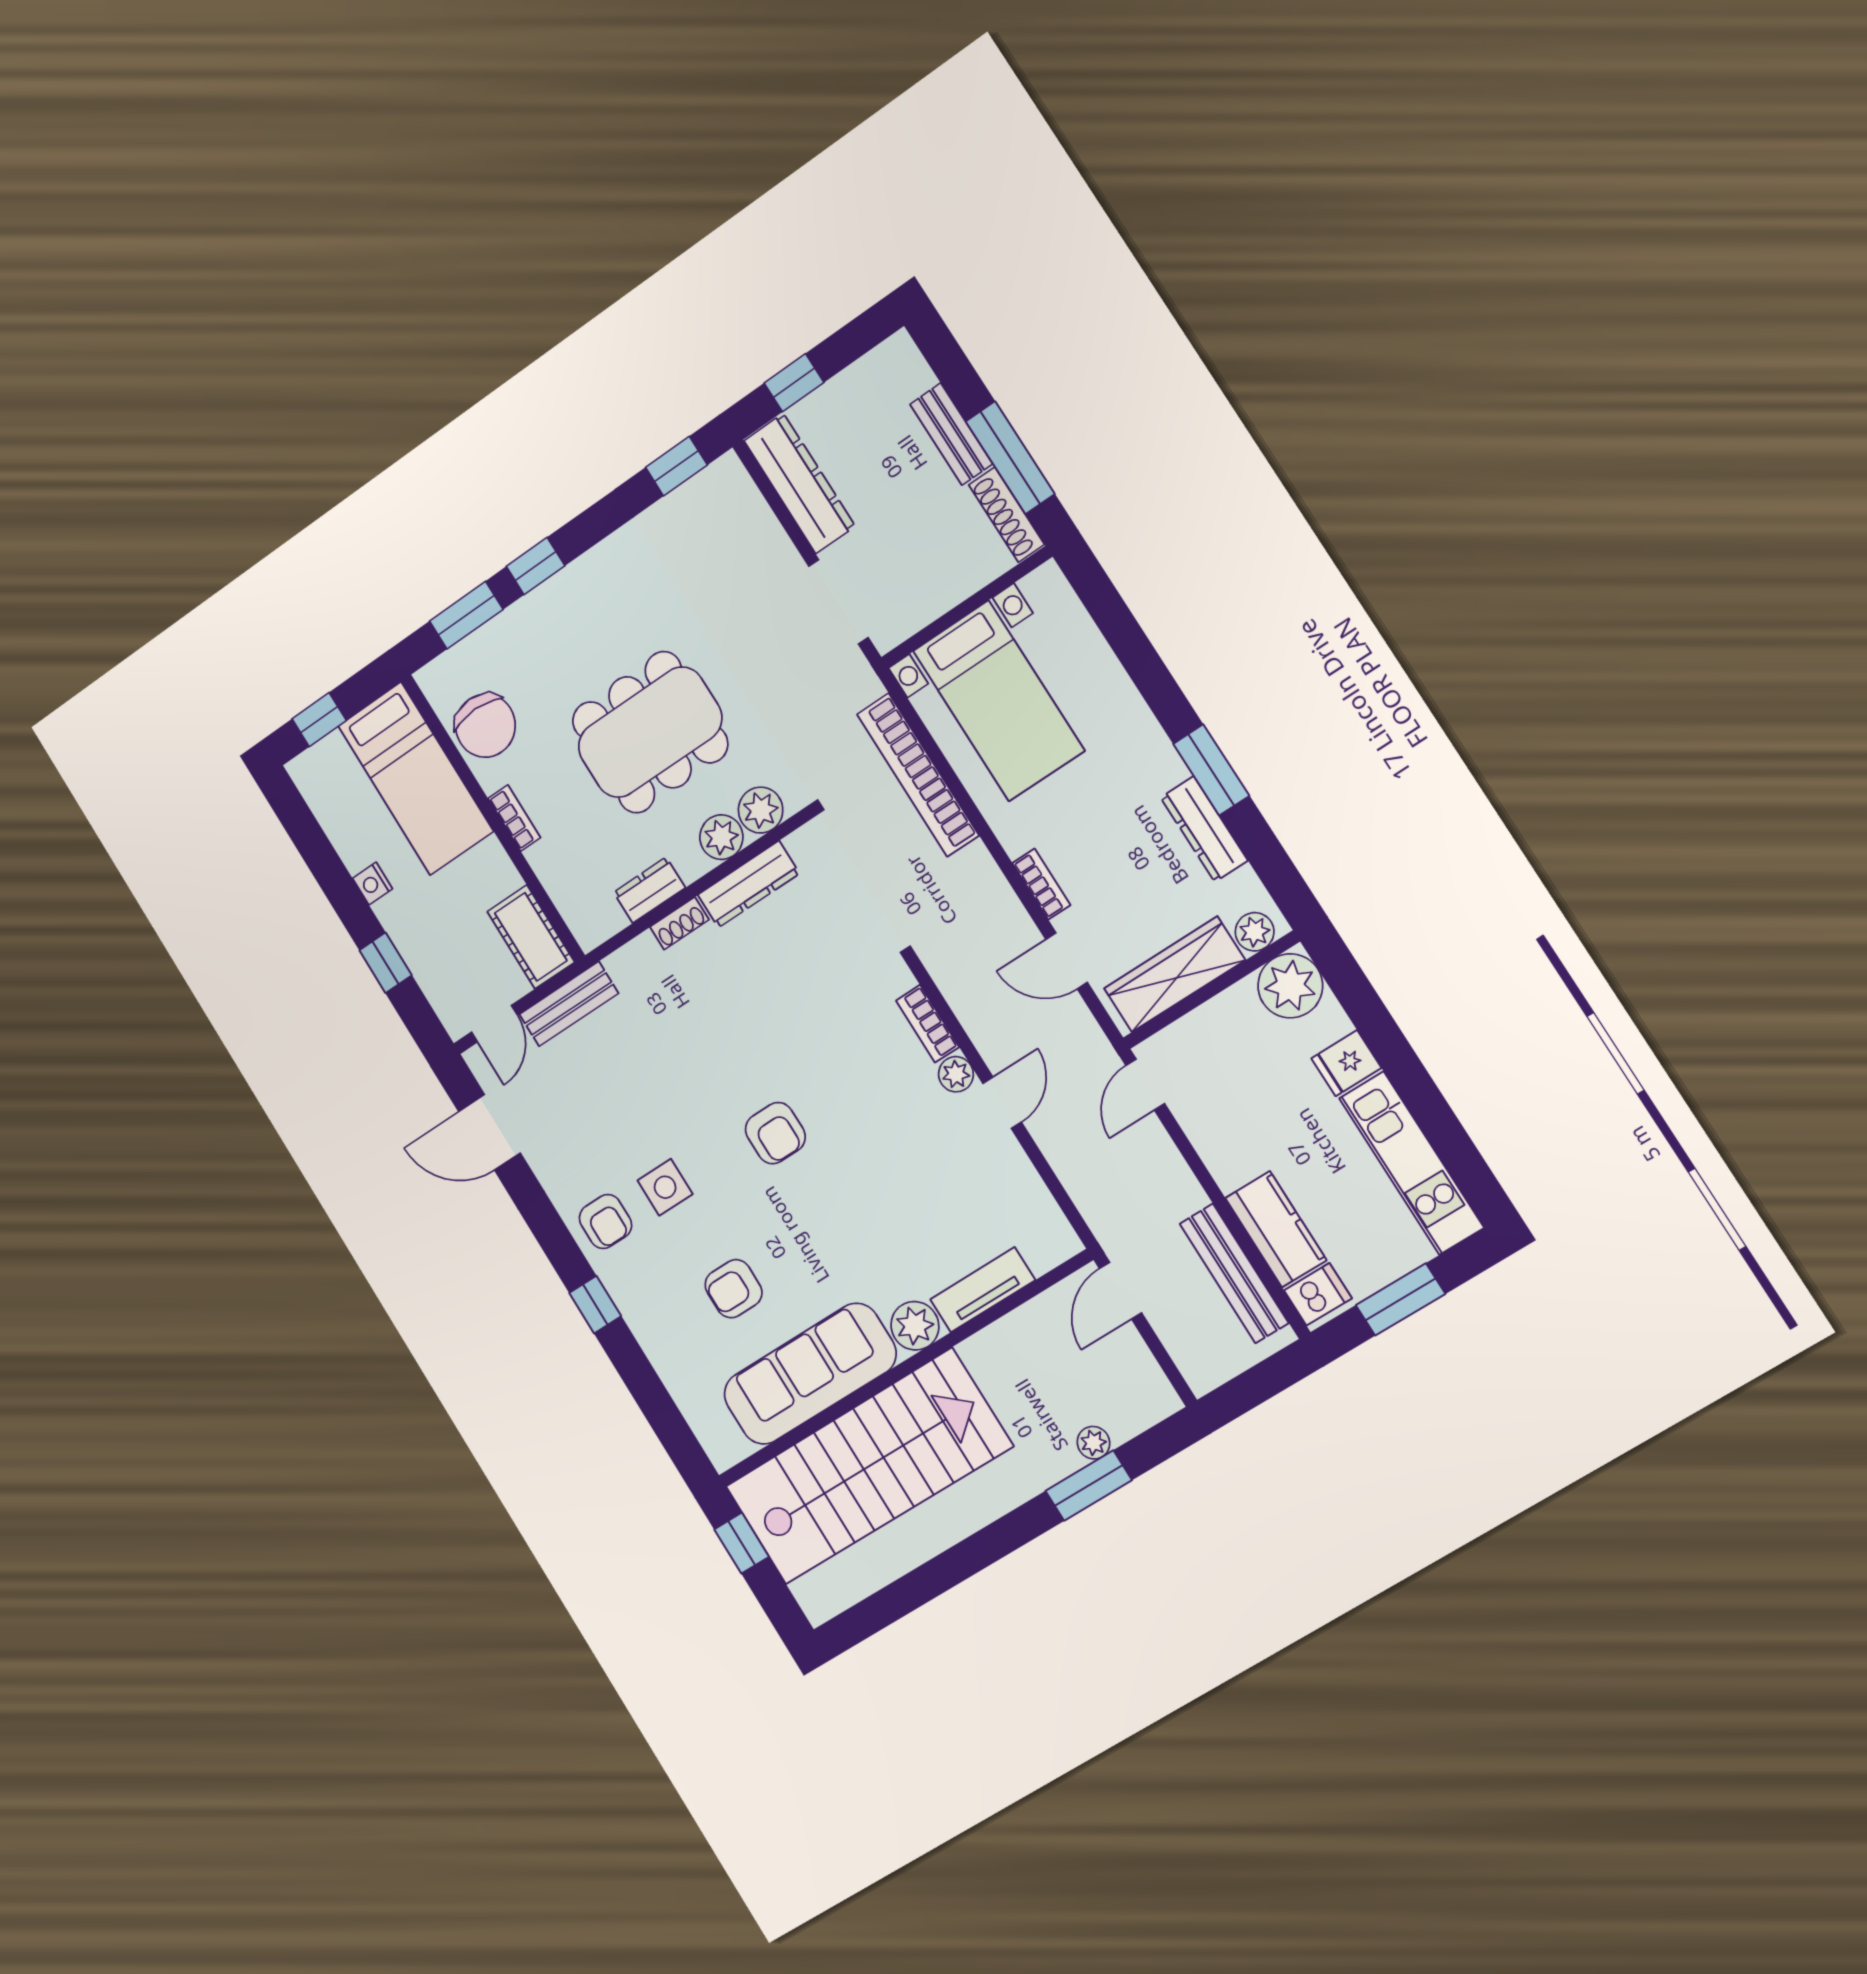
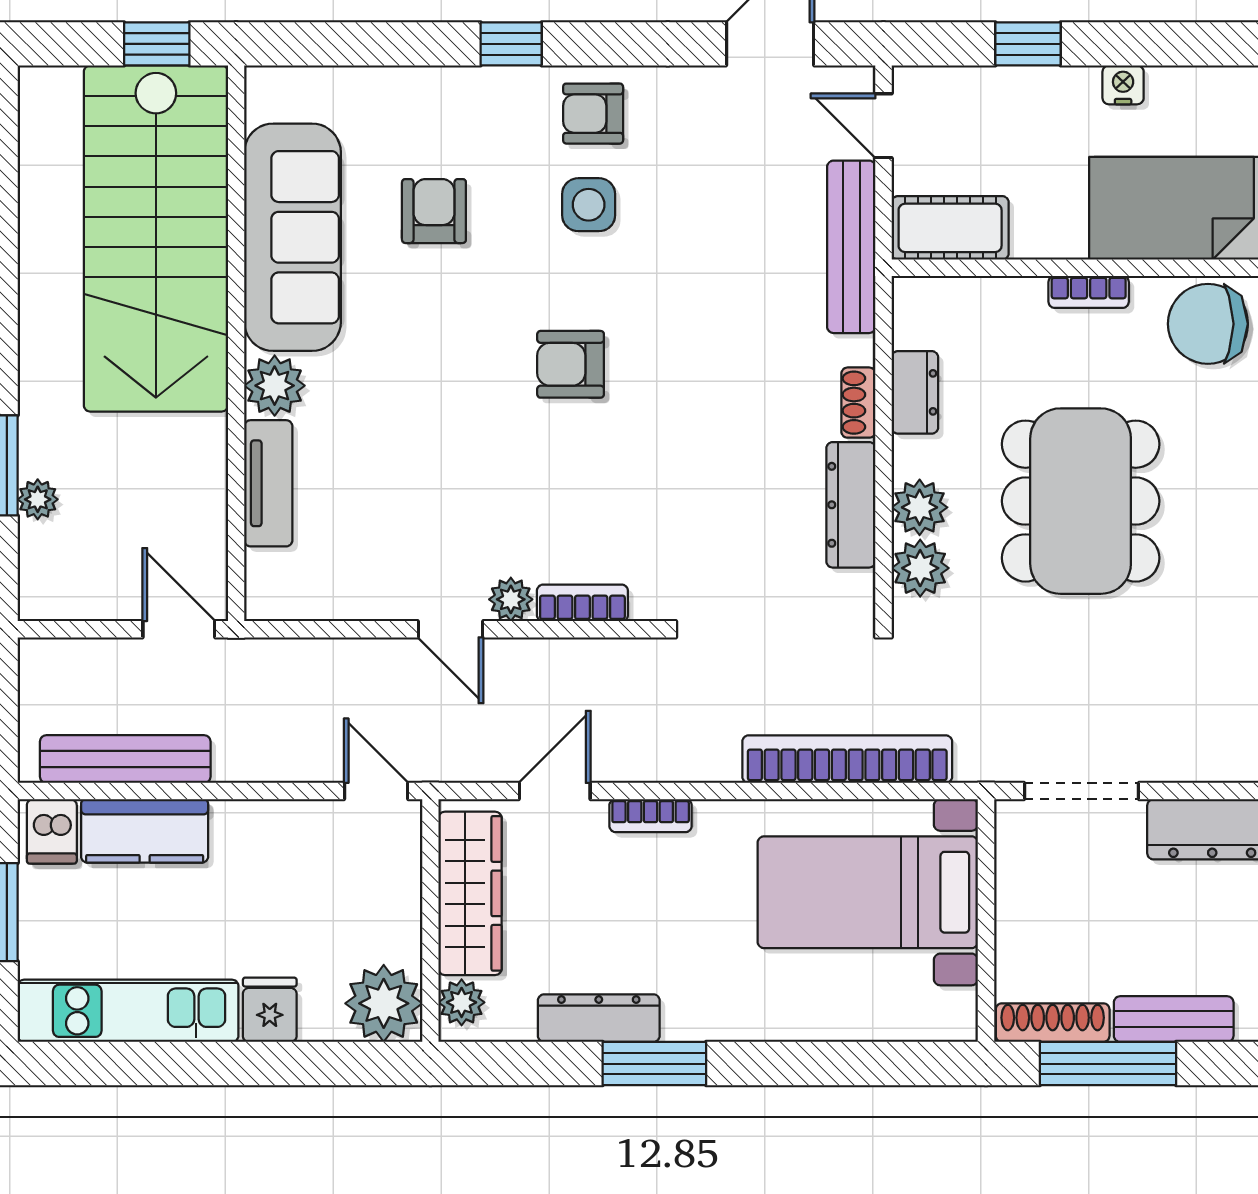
bench: (569, 1004) -> (851, 247), width x1.36

